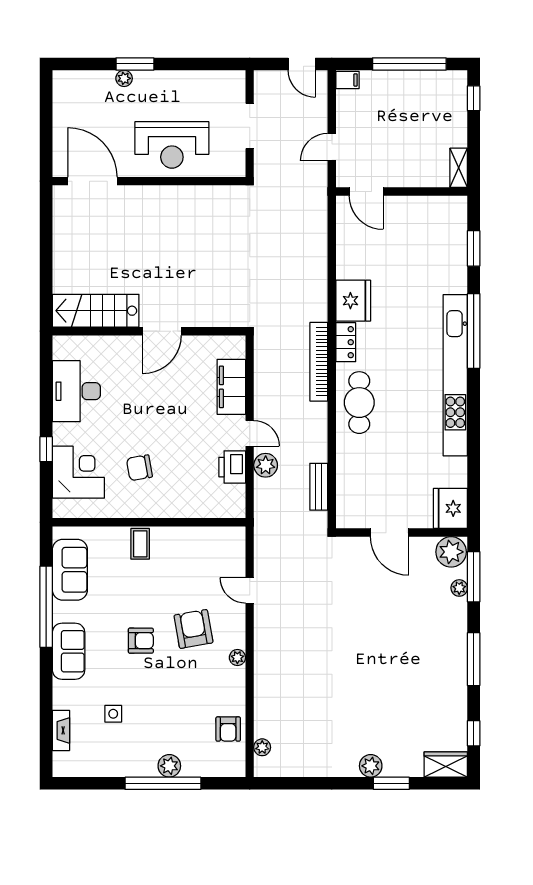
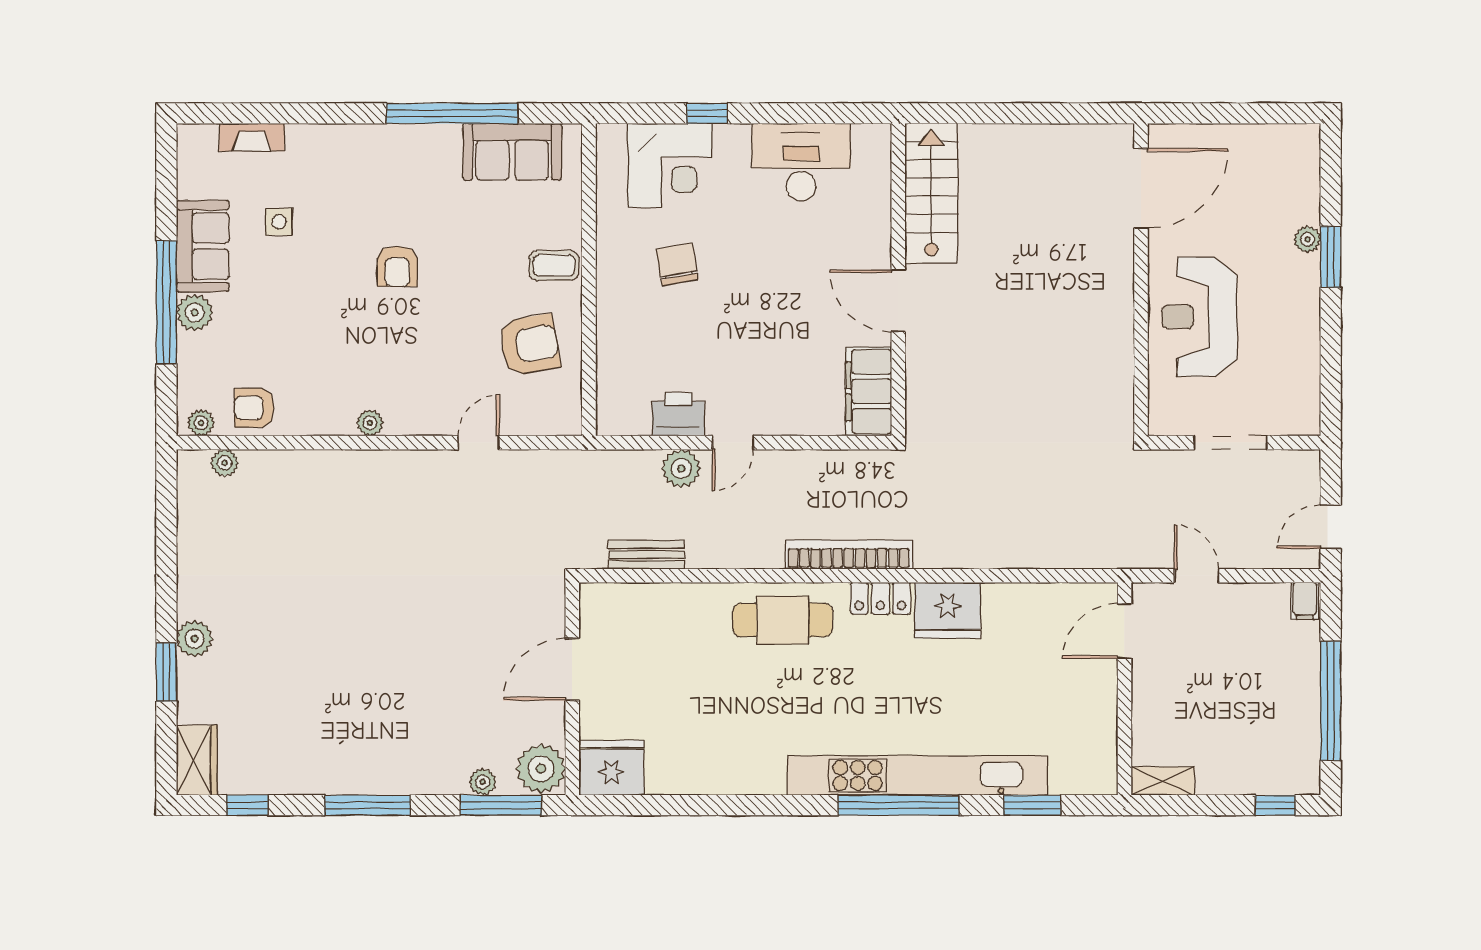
kitchen unit: (455, 375) -> (918, 775), moved
filing cabinet: (231, 387) -> (869, 392), moved, turned -90
armchair: (193, 629) -> (529, 345), moved
sofa: (69, 651) -> (203, 246), moved, turned -90
plant: (237, 762) -> (201, 423), added

